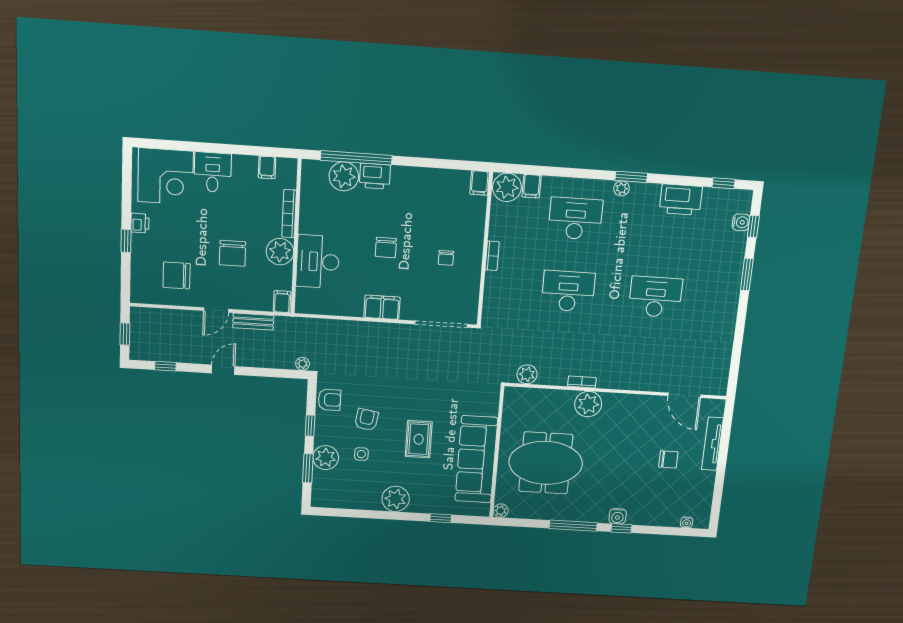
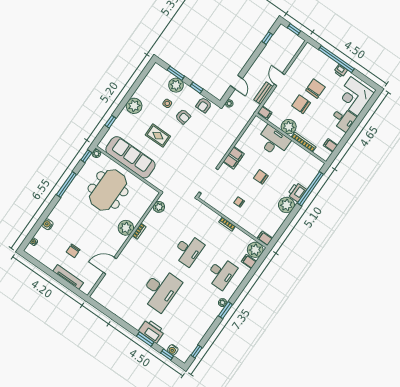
plant: (344, 176) -> (286, 205), moved
printer: (681, 200) -> (152, 331), moved, turned 90
window: (126, 241) -> (336, 59), width x3.17
chair: (177, 275) -> (315, 89), moved
desk: (655, 297) -> (160, 290), width x1.36, depth x1.30
door: (223, 370) -> (236, 82), moved
door: (684, 395) -> (110, 266), moved
water cooler: (618, 516) -> (47, 224), moved
window: (621, 528) -> (86, 156), moved

